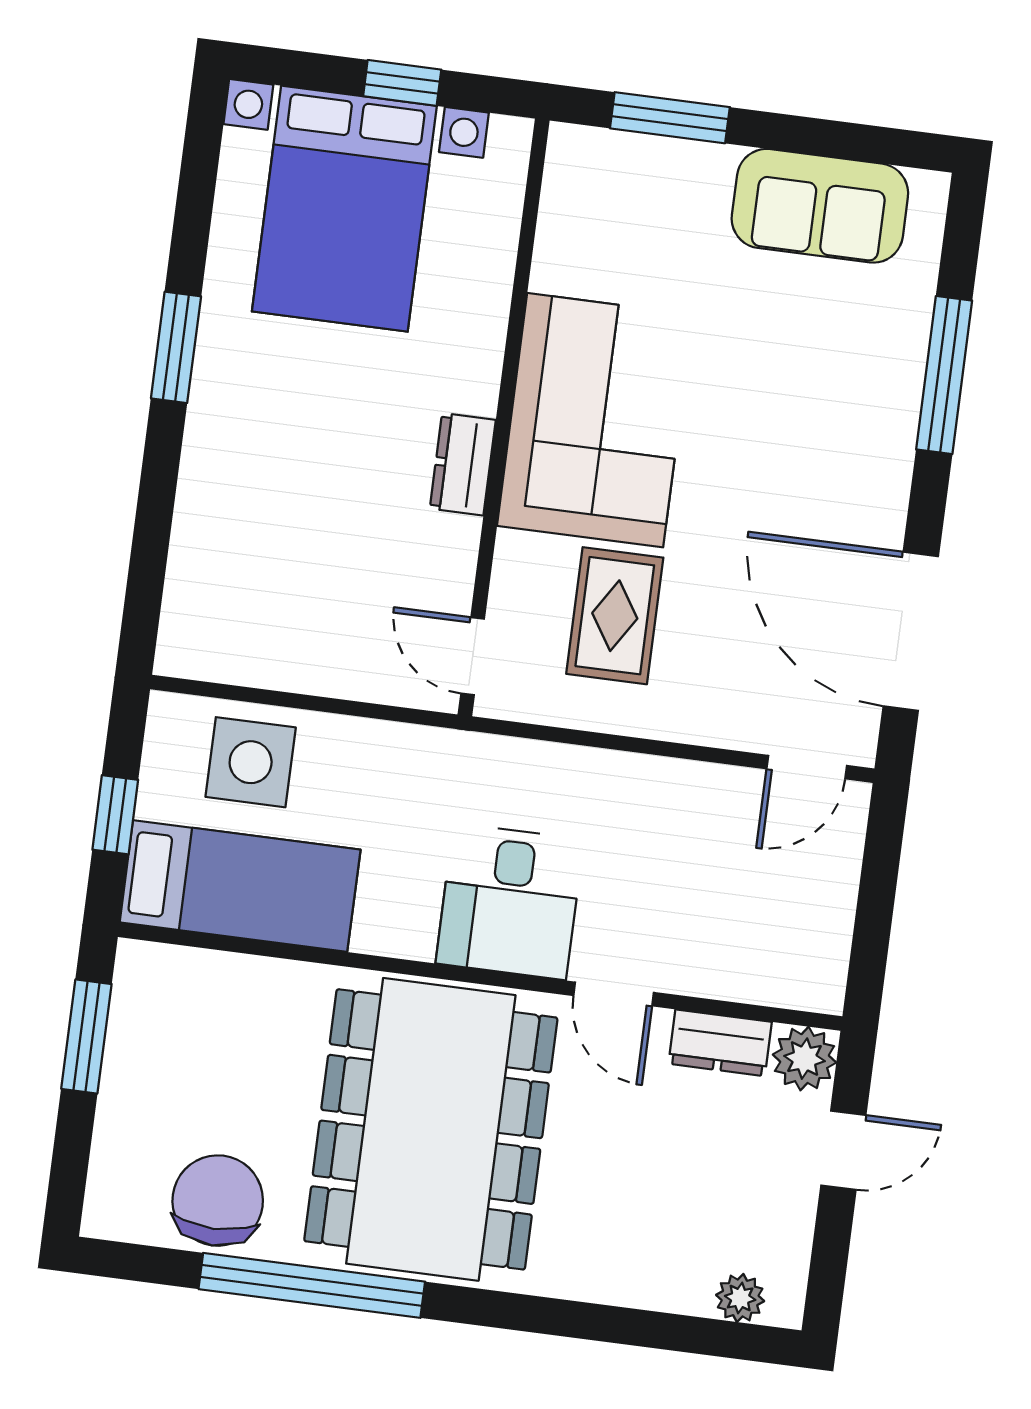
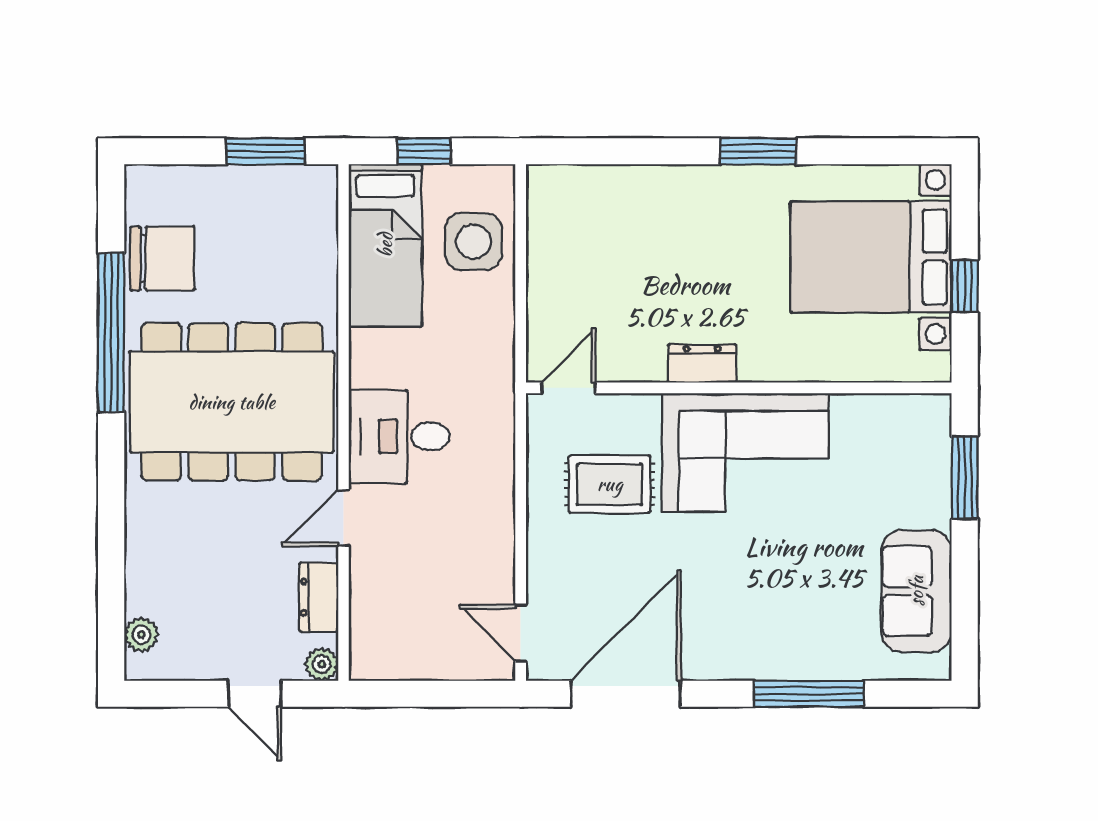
plant: (805, 1059) -> (322, 664), width x0.73, depth x0.73

